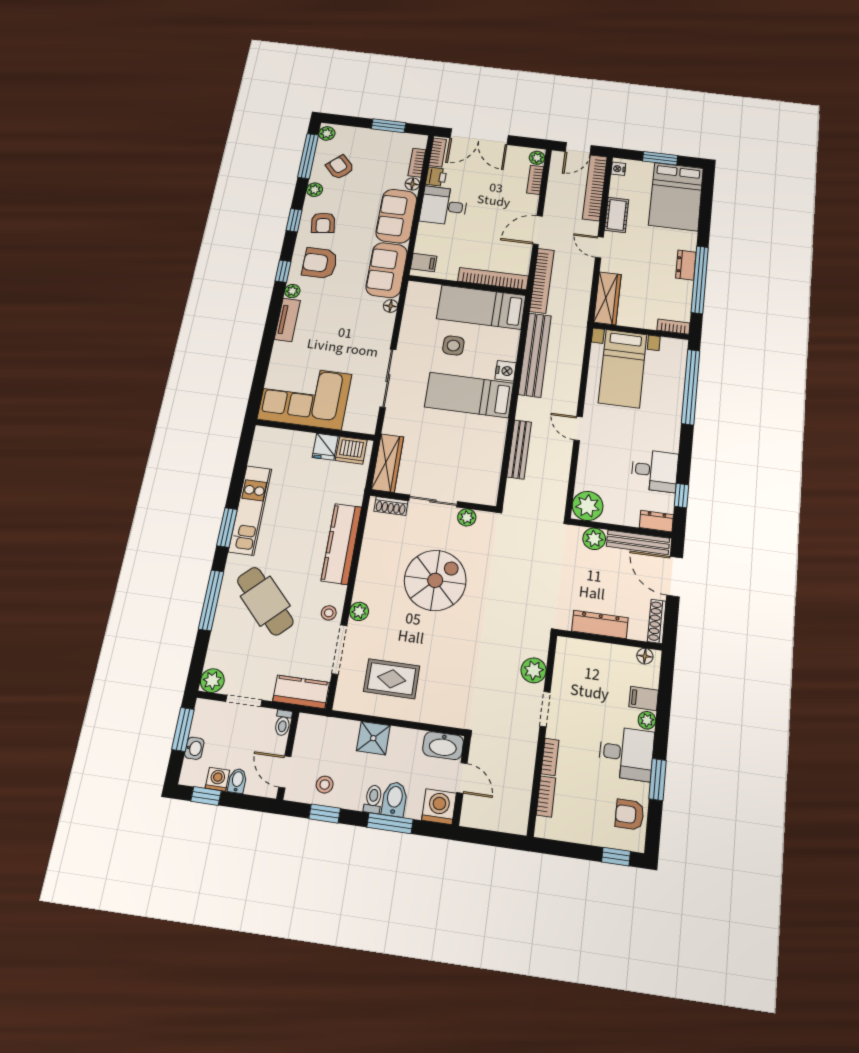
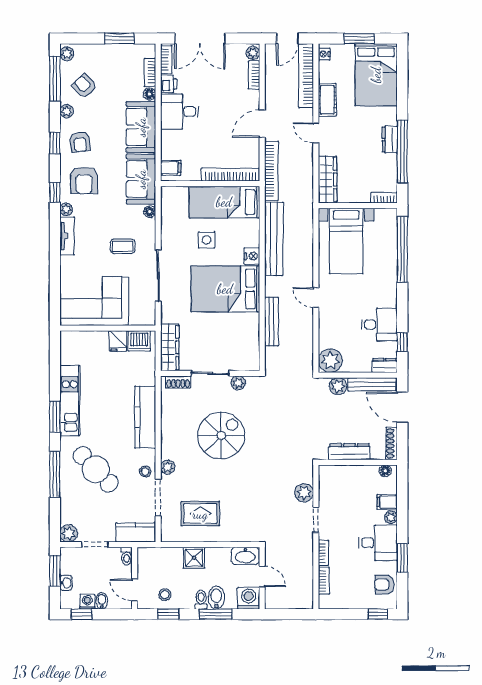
armchair: (320, 263) -> (84, 180), turned -90
coffee table: (351, 340) -> (123, 246), added
bed: (469, 395) -> (225, 289), width x1.50

